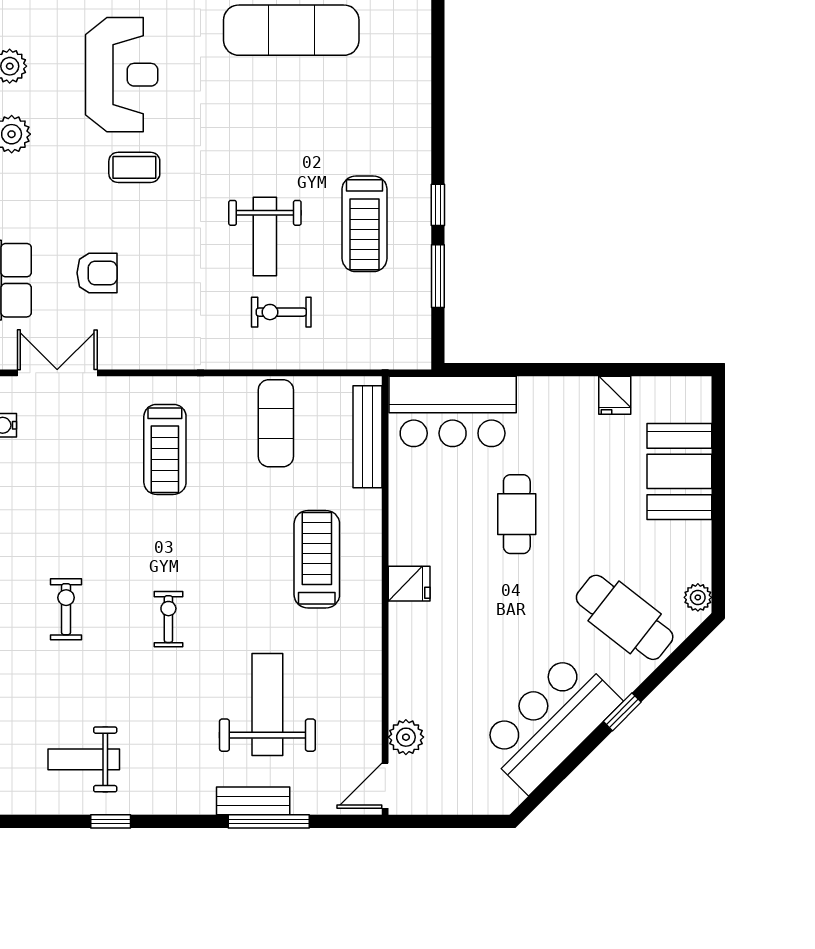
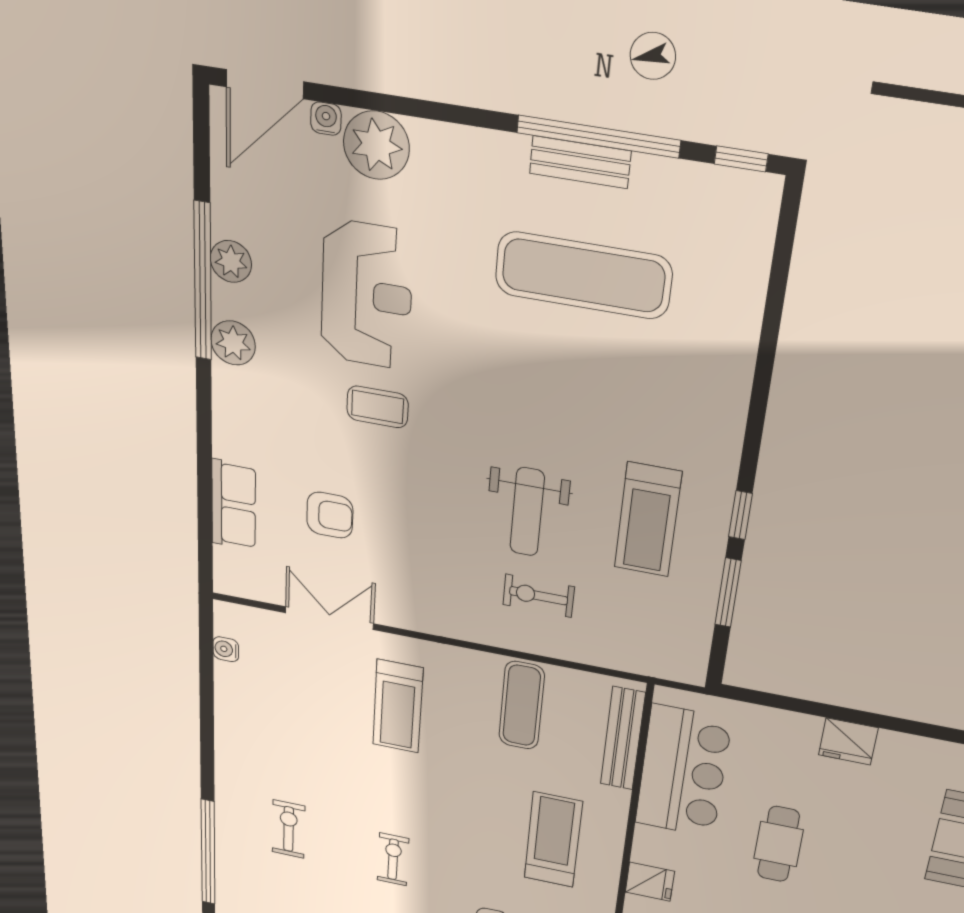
double door: (57, 373) -> (329, 618), moved
fridge: (615, 395) -> (848, 741), moved, width x1.38
bar counter: (453, 411) -> (683, 771), moved, turned -90

